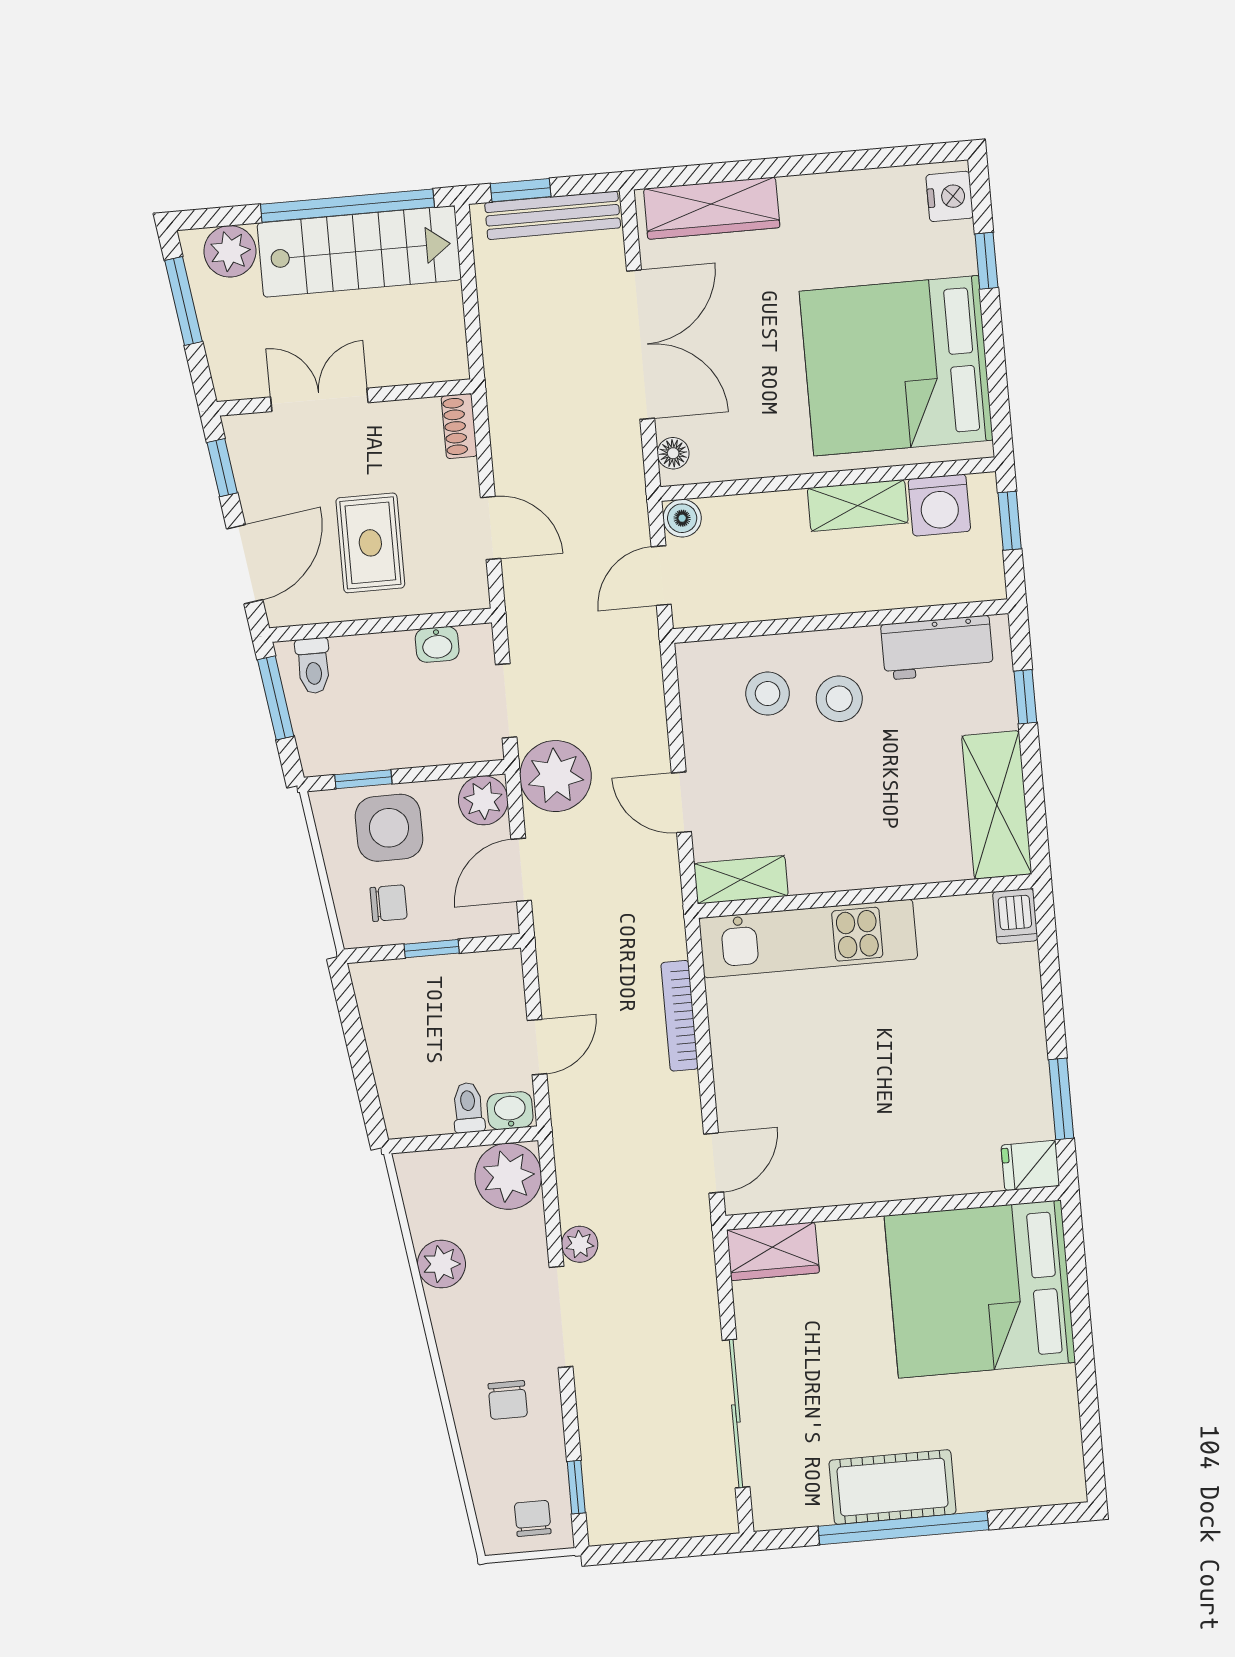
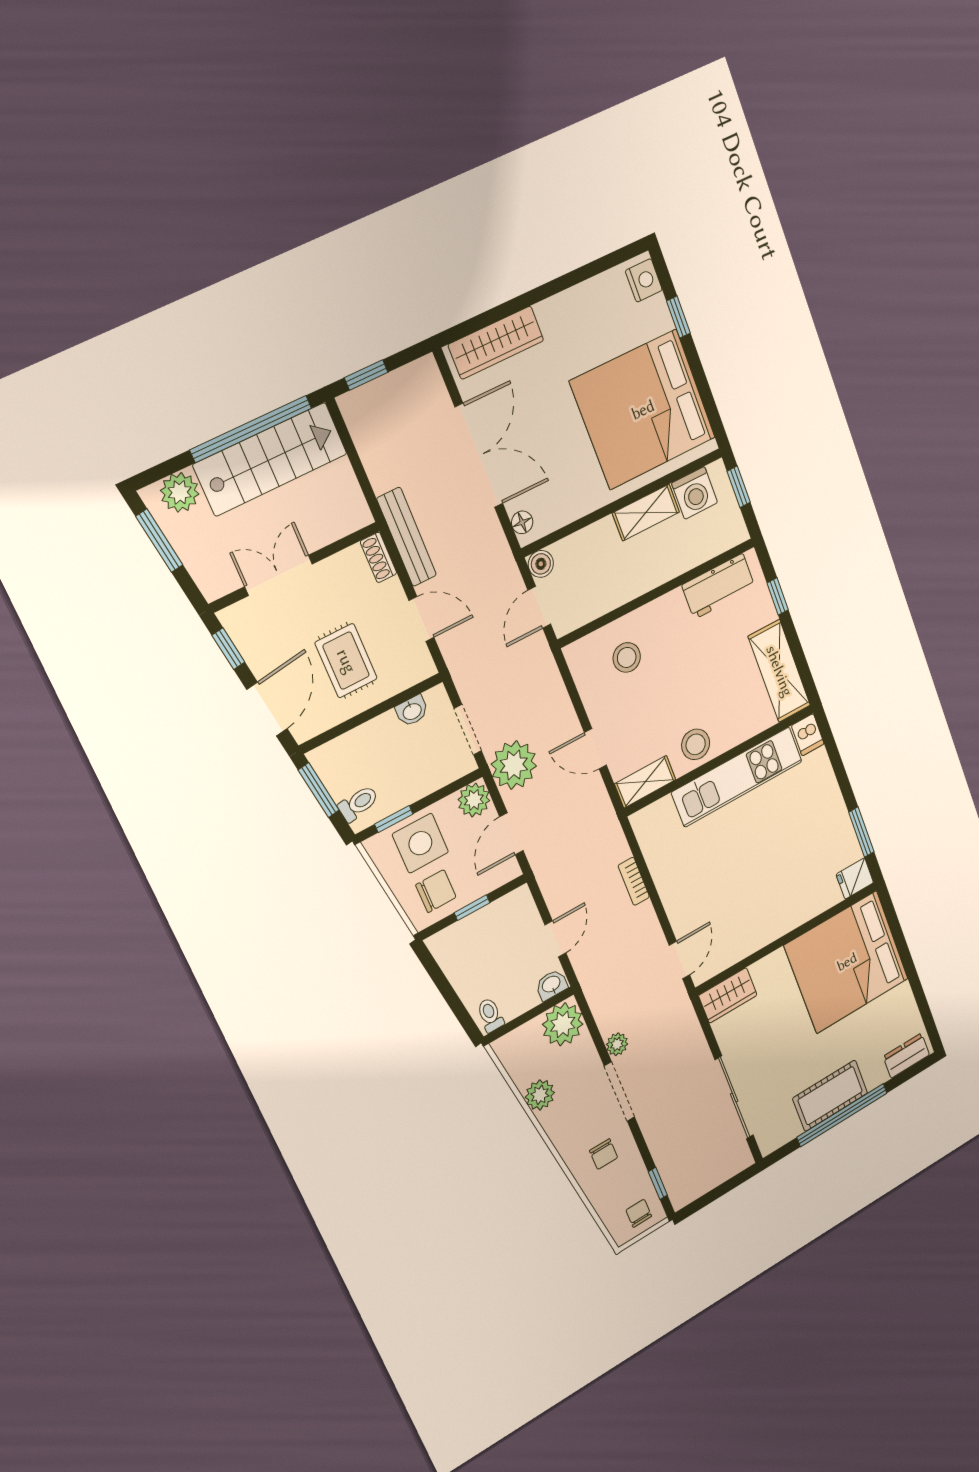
bench: (553, 215) -> (407, 537), moved, turned 90
toilet: (313, 666) -> (358, 803), moved, turned -98
stool: (839, 699) -> (696, 744), moved
chair: (389, 903) -> (436, 891), width x1.37, depth x1.37
kitchen unit: (808, 939) -> (737, 777), moved
bookcase: (679, 1016) -> (634, 881), width x0.64
toilet: (468, 1108) -> (490, 1015), moved
dresser: (1039, 1485) -> (906, 1056), added

